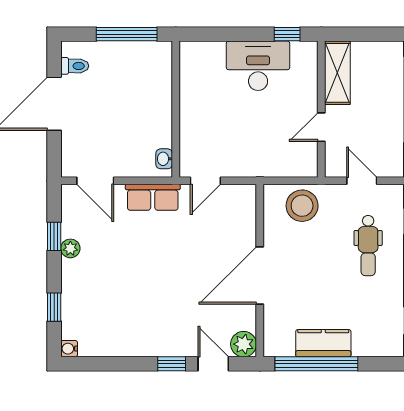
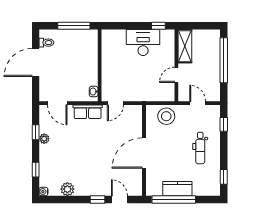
dental chair: (368, 246) -> (200, 148), moved
plant: (244, 344) -> (67, 189), moved

